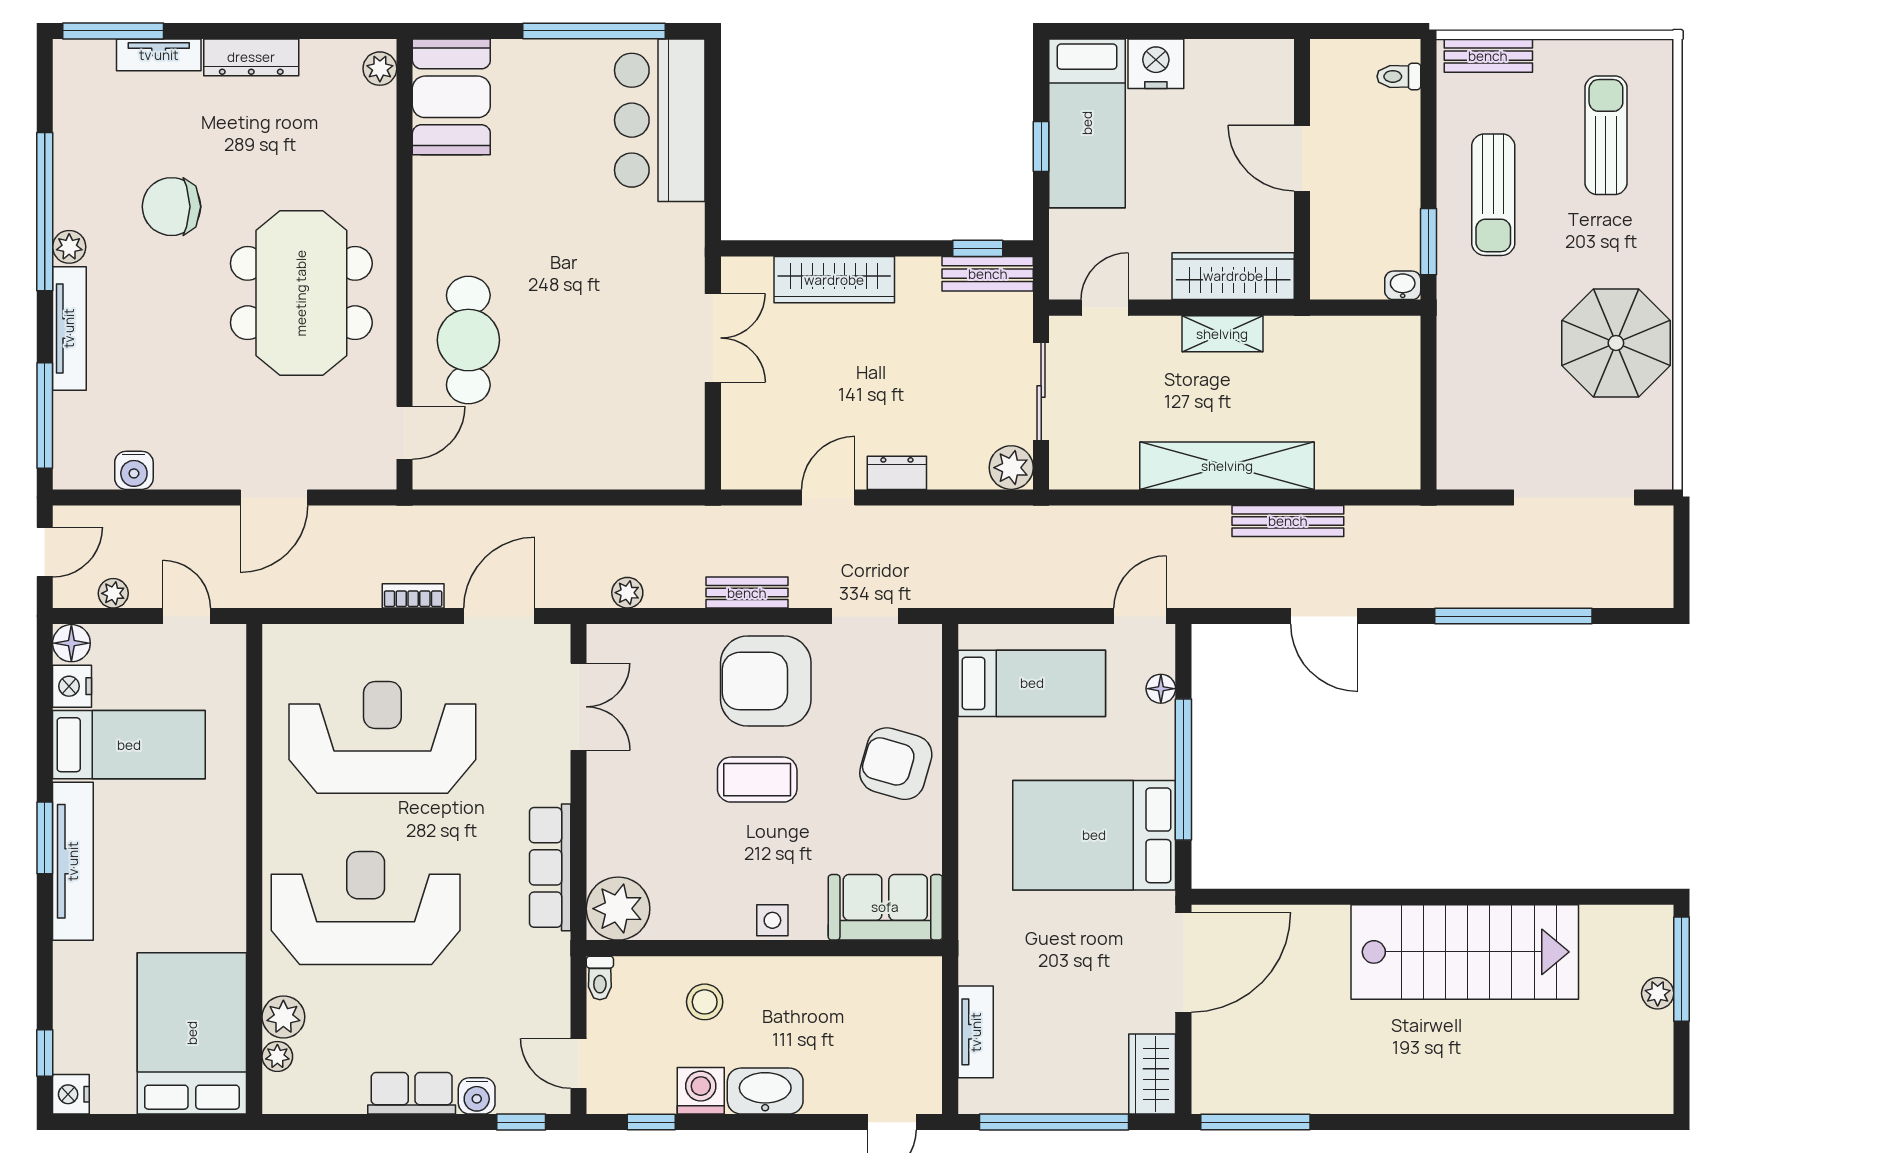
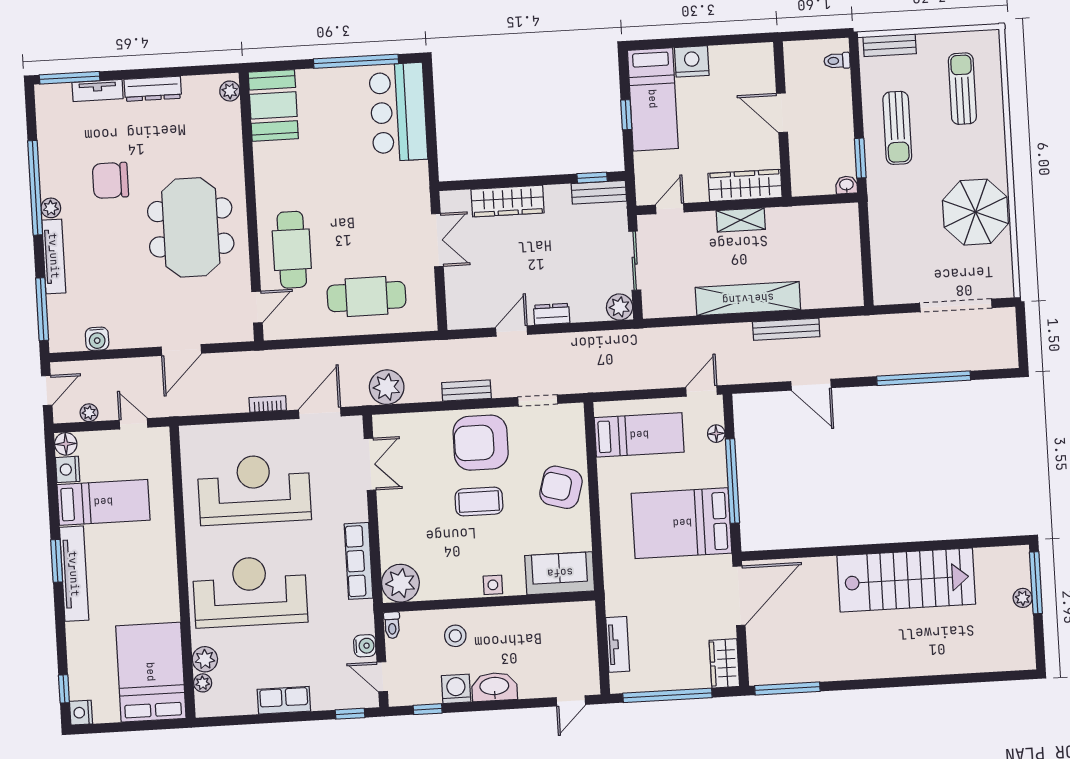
cafe table: (589, 426) -> (366, 297), added
plant: (627, 593) -> (387, 387), width x1.88, depth x1.88
water cooler: (477, 1096) -> (365, 646), moved, turned -90

